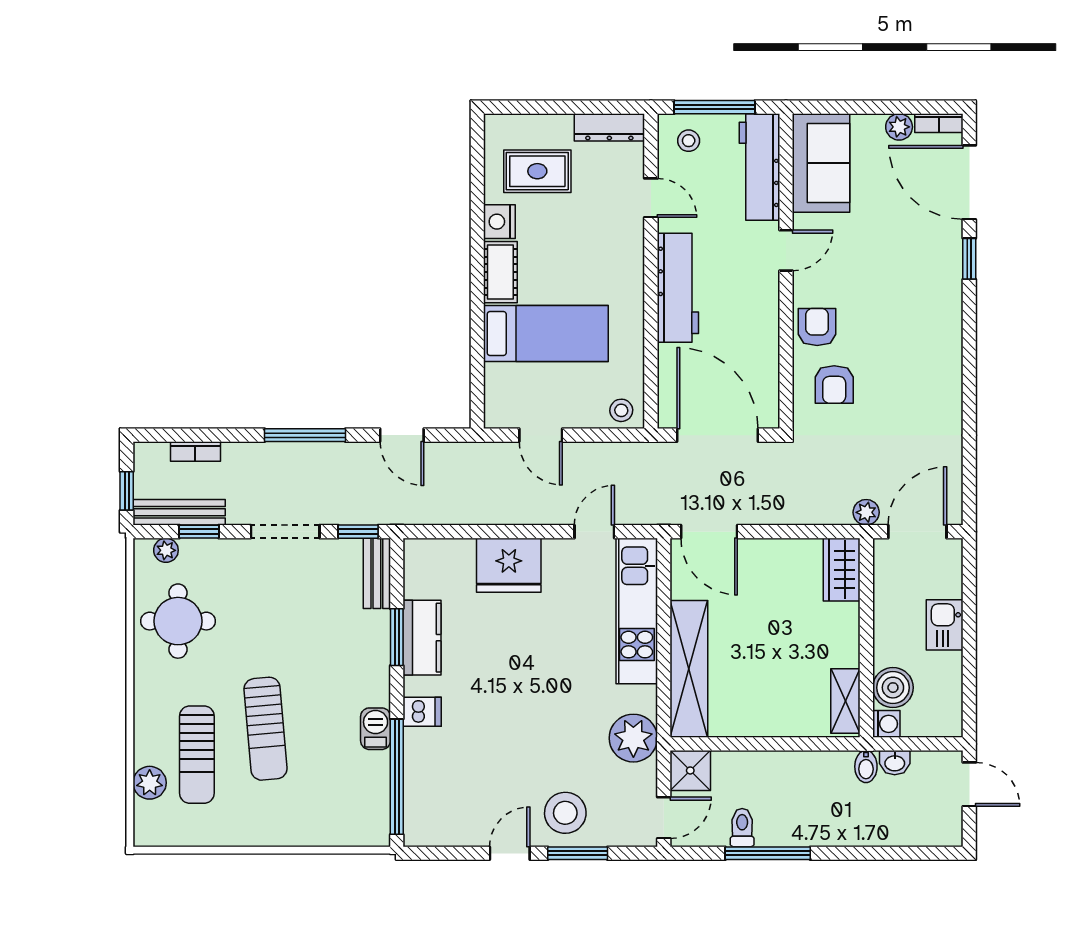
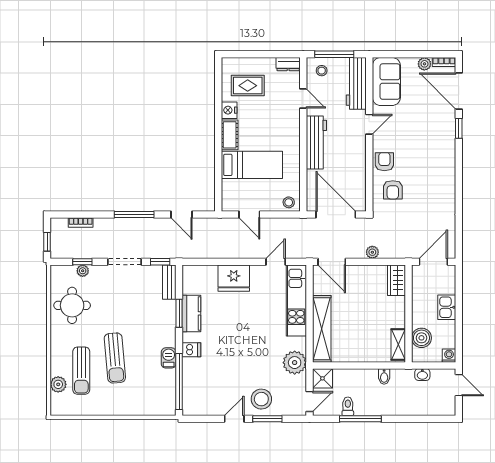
dresser: (609, 127) -> (288, 64), width x0.70
bench: (179, 512) -> (73, 252), removed
plant: (866, 512) -> (372, 252), moved
plant: (166, 550) -> (83, 271), moved
washing machine: (886, 724) -> (449, 356), moved, turned -90
bidet: (866, 767) -> (384, 376), moved

